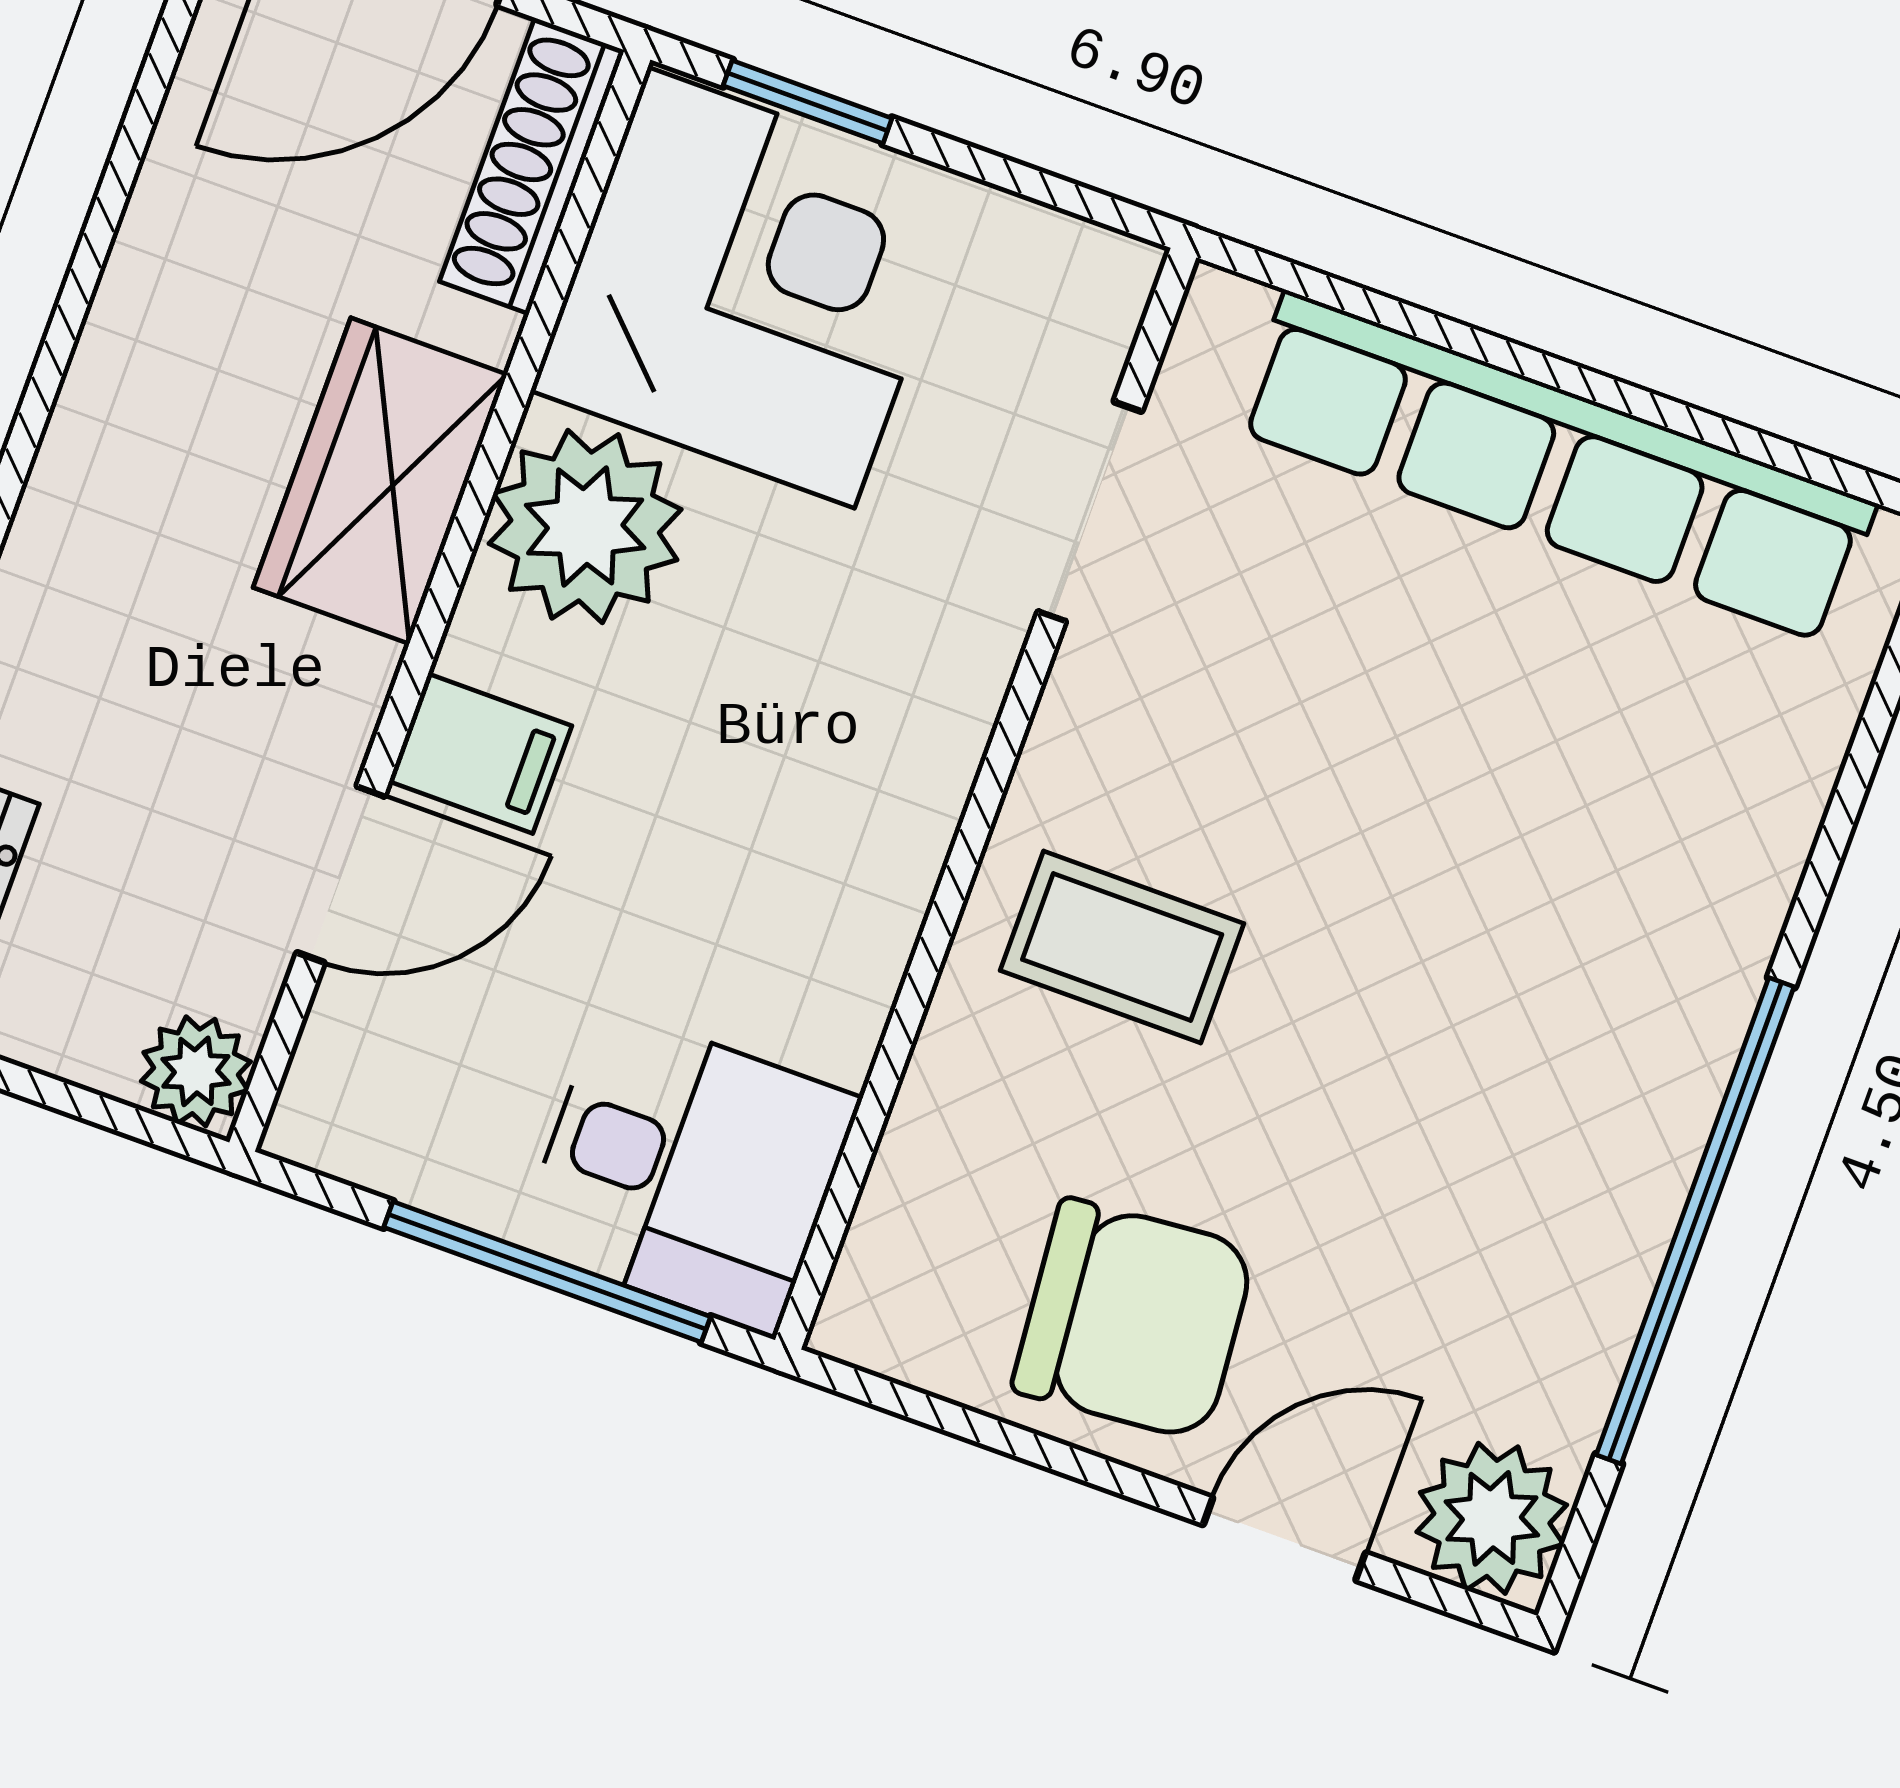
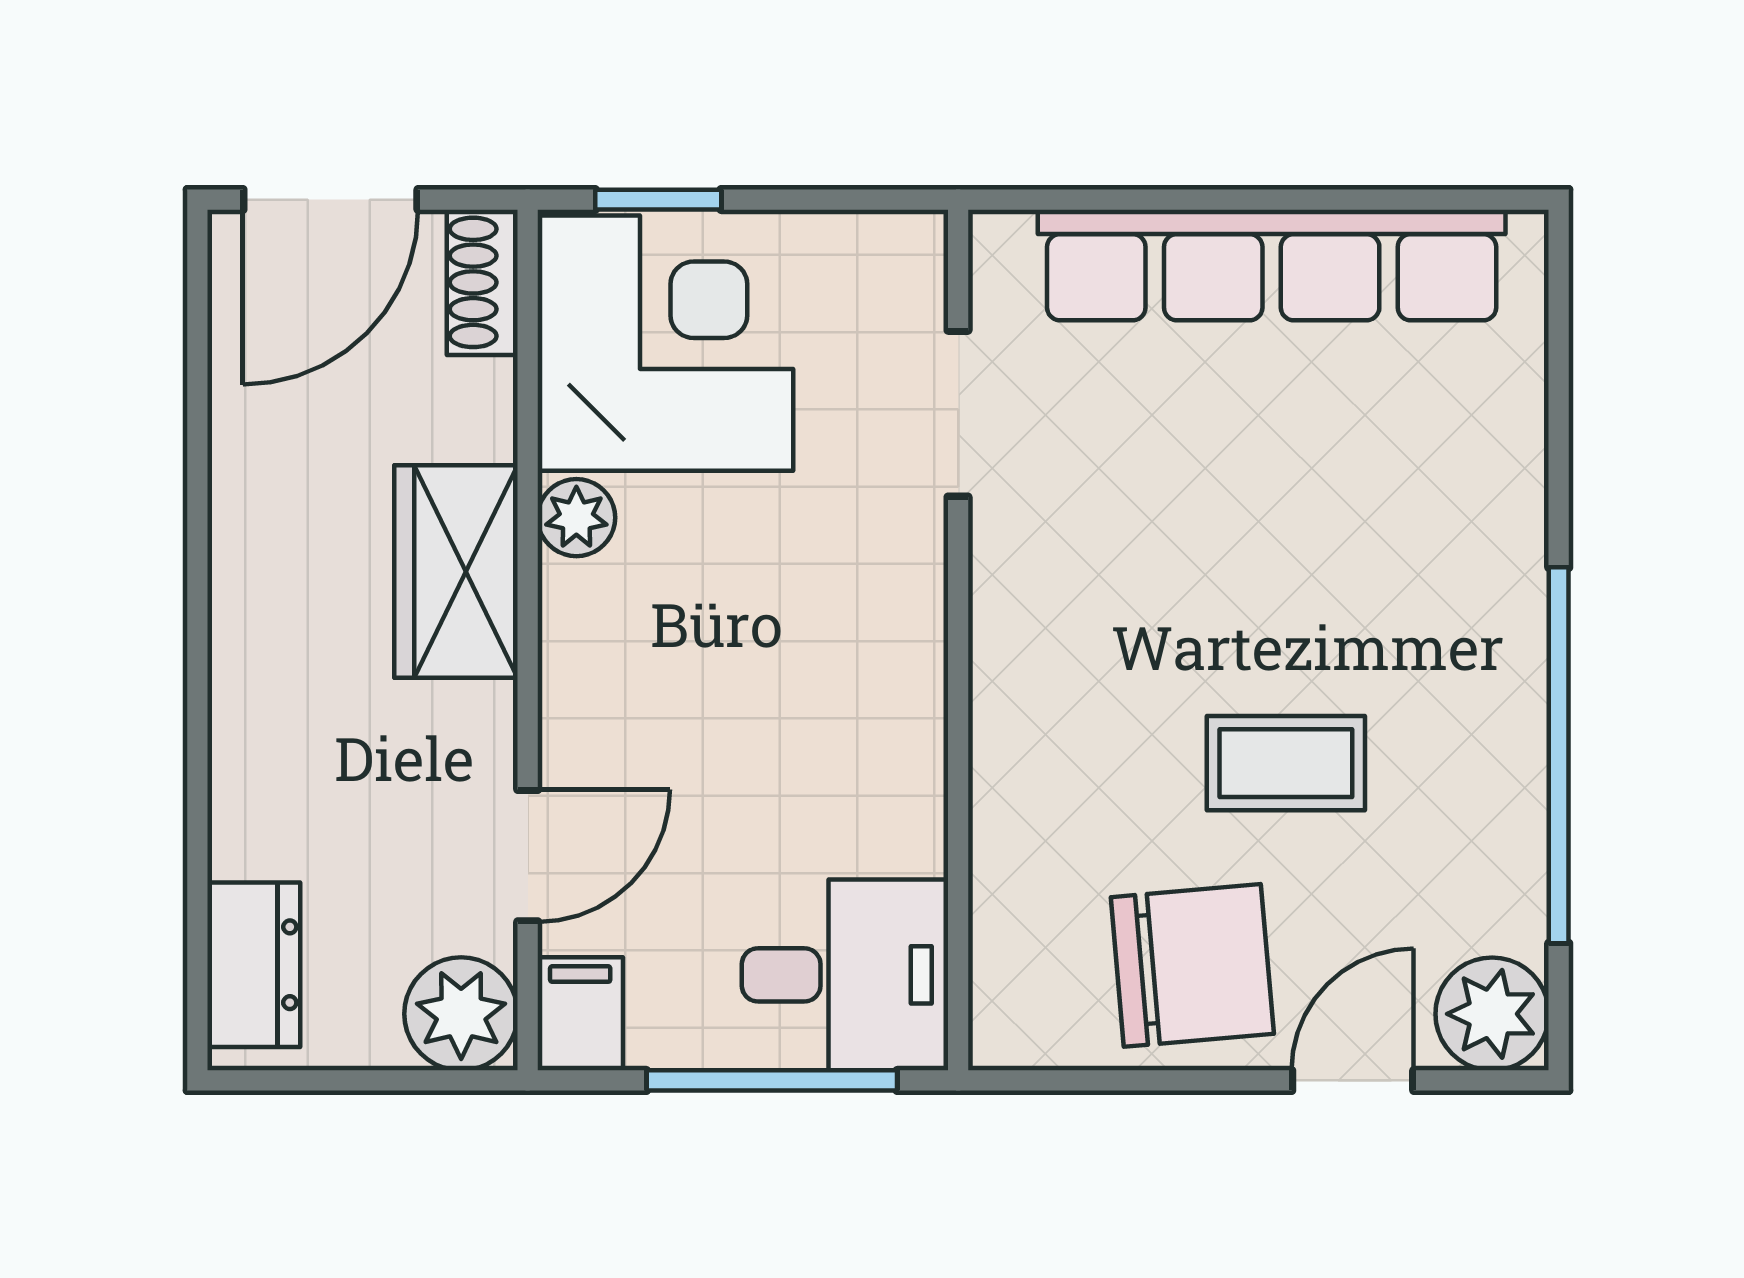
shoe rack: (532, 166) -> (482, 282), width x0.70
plant: (585, 526) -> (576, 518), width x0.53, depth x0.53
filing cabinet: (480, 754) -> (580, 1014), moved, turned -90
coffee table: (1122, 947) -> (1286, 763), moved
plant: (196, 1071) -> (461, 1014), width x1.38, depth x1.38

